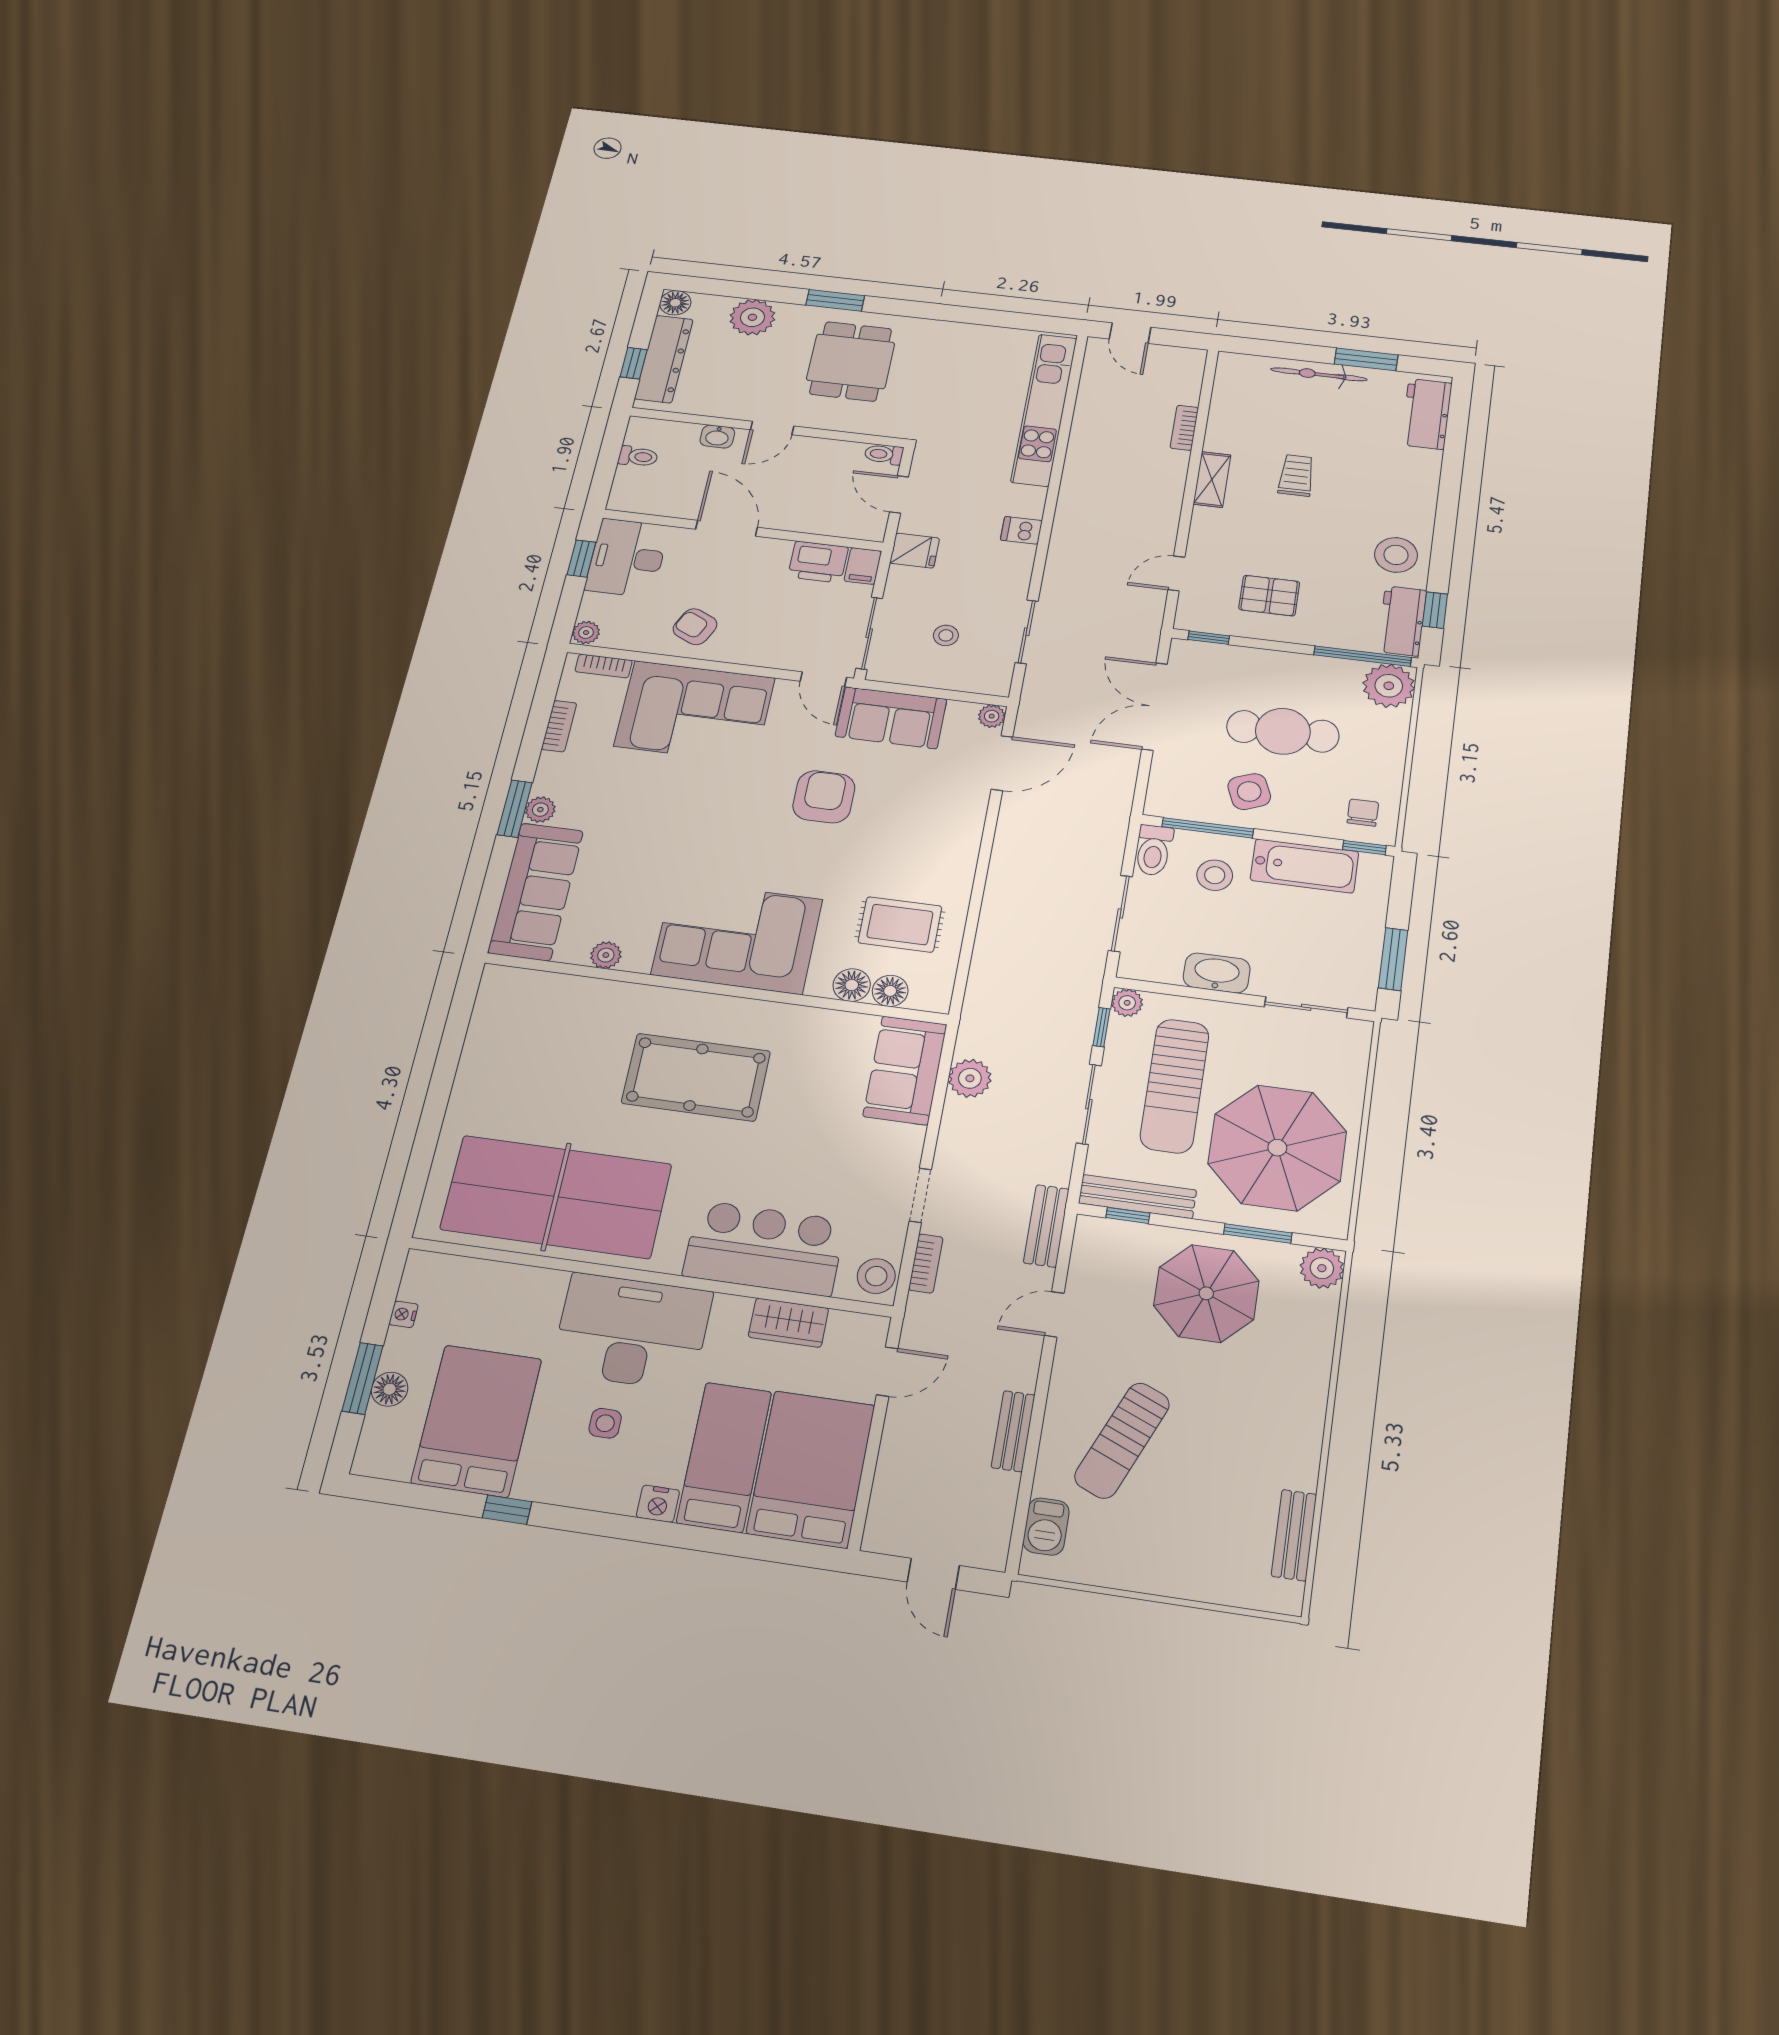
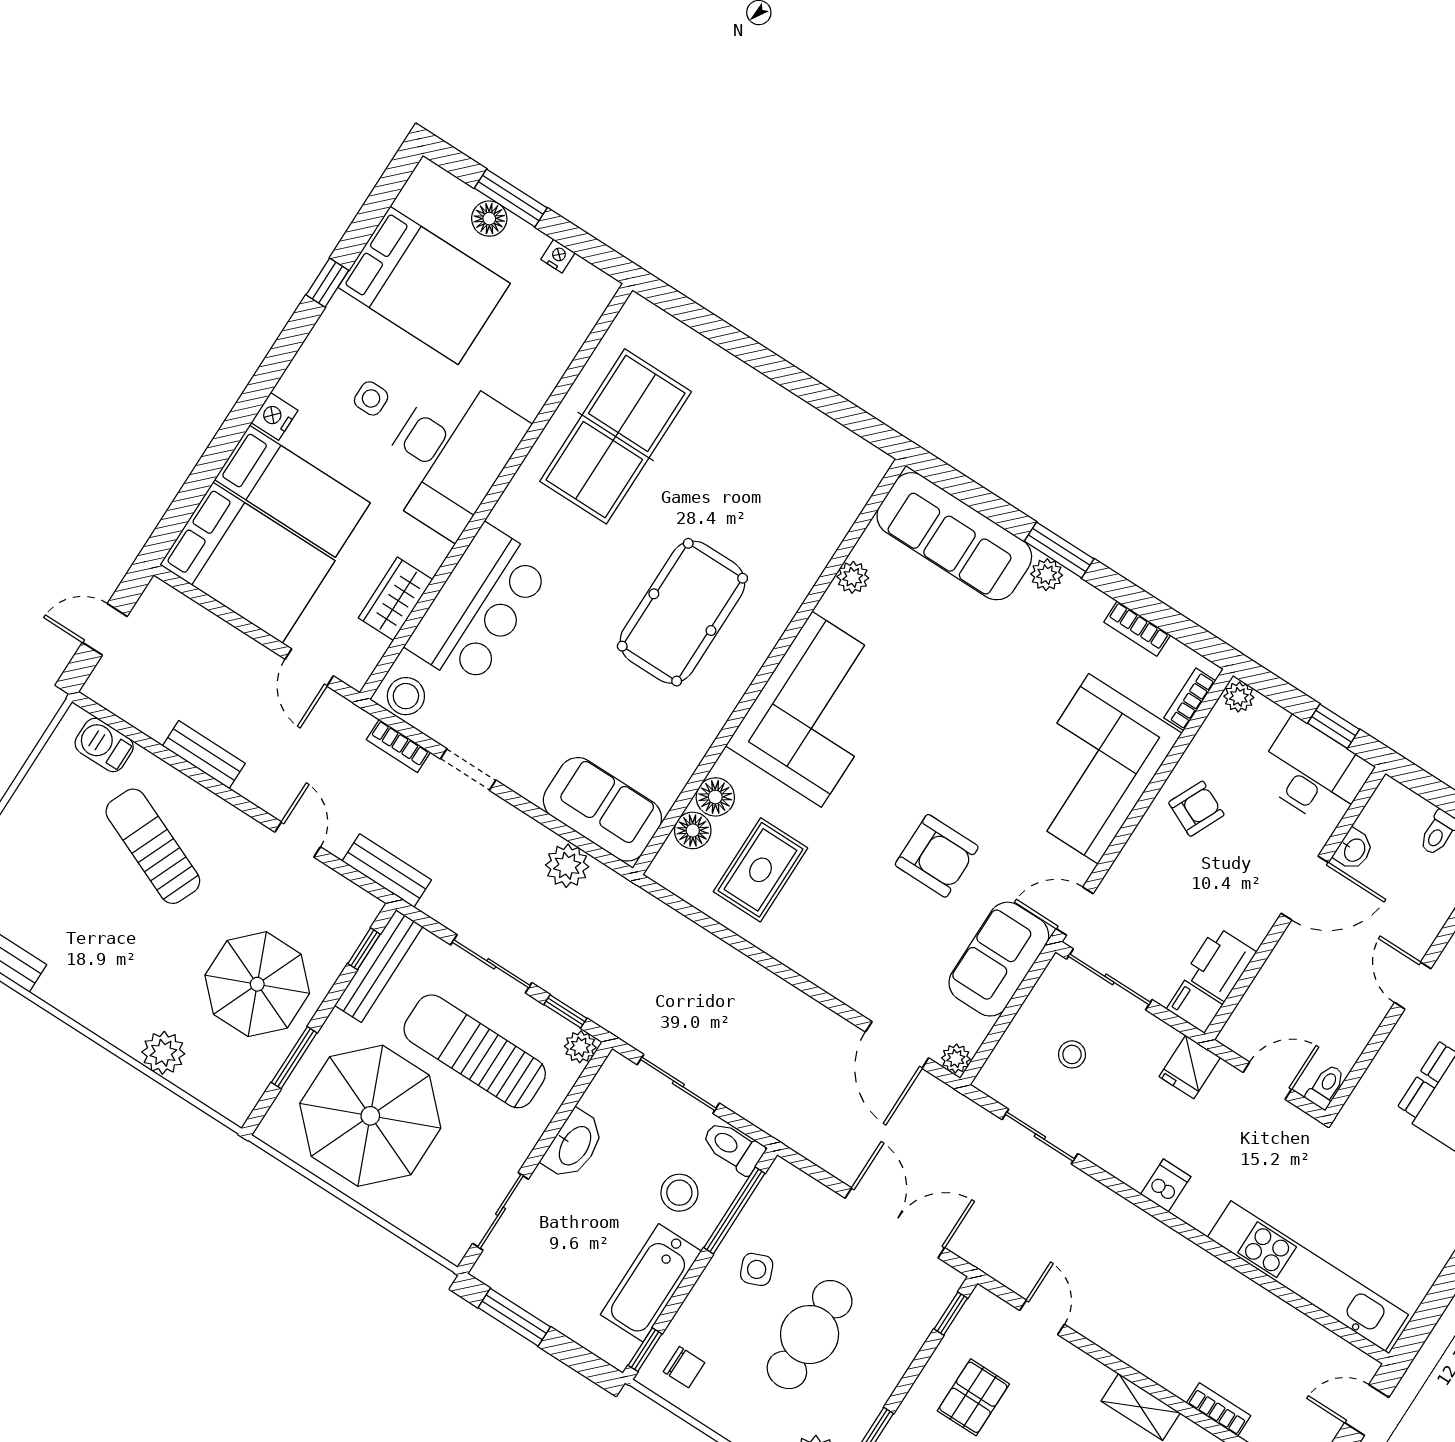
washbasin: (717, 437) -> (1354, 850), moved, turned 180
side table: (1249, 792) -> (757, 1269), width x0.73, depth x0.73
table tennis table: (556, 1197) -> (616, 436), width x0.73, depth x0.76
plant: (1322, 1268) -> (163, 1053), moved

